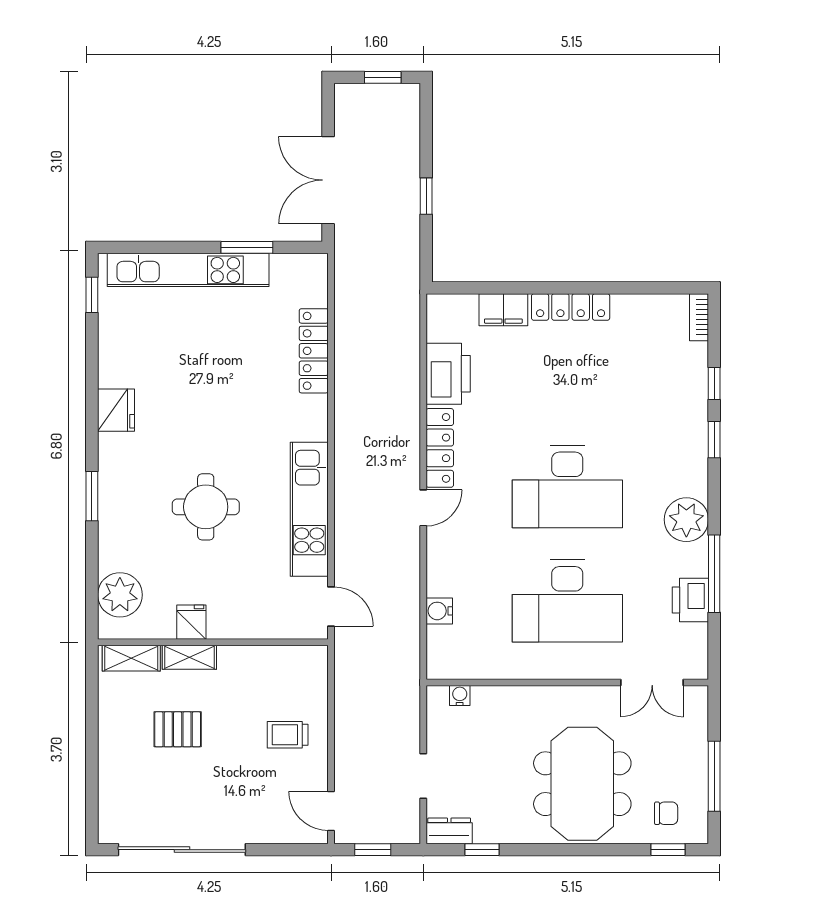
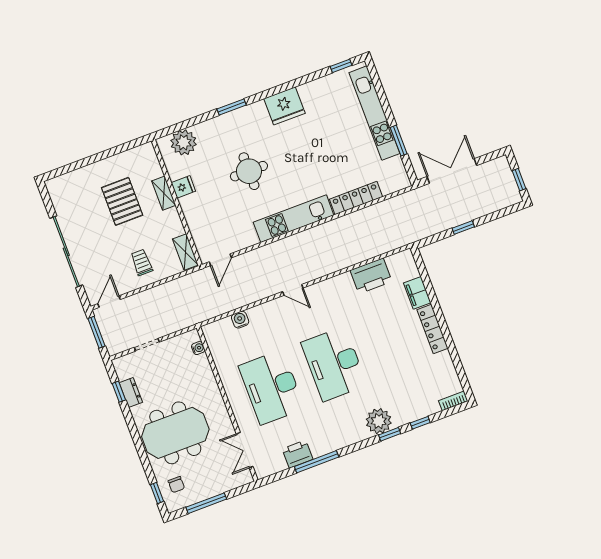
fridge: (116, 410) -> (284, 106), width x1.36, depth x1.34
locker: (440, 448) -> (329, 287), removed
kitchen unit: (309, 509) -> (294, 219), moved
plant: (686, 520) -> (379, 421), moved
shelving: (131, 658) -> (185, 252), moved
pallet: (178, 729) -> (122, 201), width x1.50, depth x1.42
dresser: (449, 831) -> (131, 392), moved
sliding door: (182, 850) -> (66, 252), moved
window: (373, 850) -> (97, 332), width x1.50

